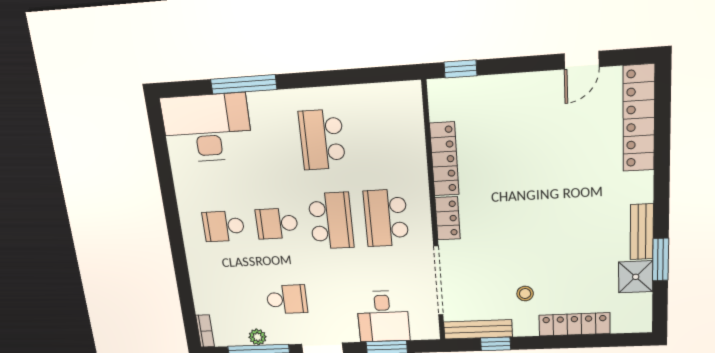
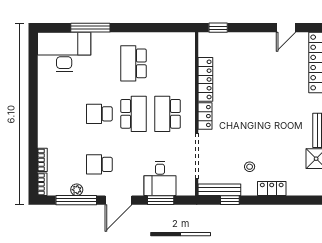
school desk: (224, 226) -> (65, 114), removed
bookcase: (199, 296) -> (42, 160), added
school desk: (287, 299) -> (99, 164), turned 180
locker: (574, 324) -> (272, 189), width x0.66

